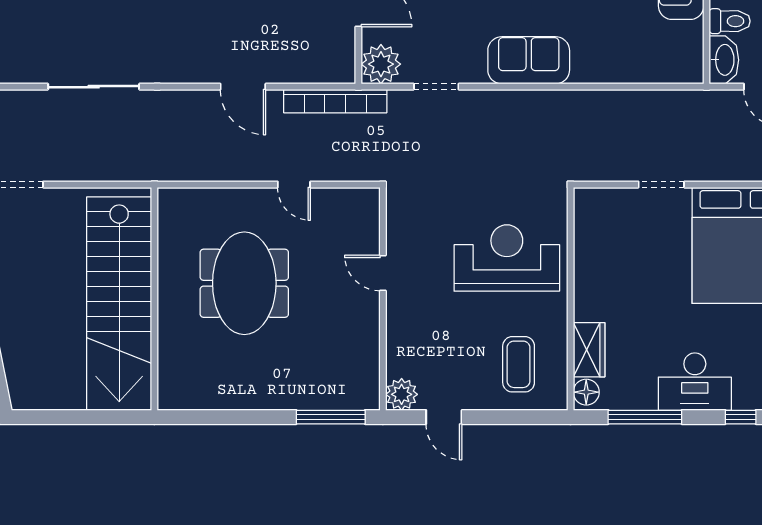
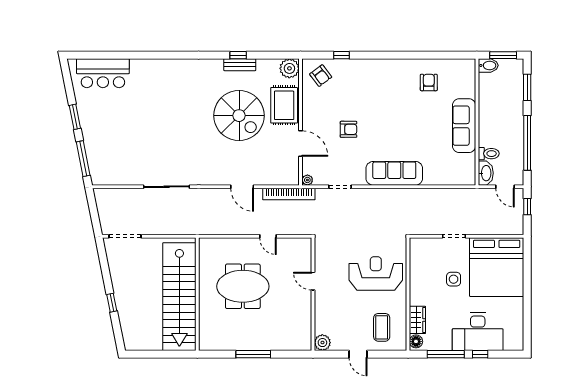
sofa: (529, 60) -> (394, 173), width x1.36
plant: (381, 64) -> (307, 180), width x0.53, depth x0.53
side table: (660, 269) -> (454, 279), added
meeting table: (244, 283) -> (243, 286), turned 90
desk: (695, 382) -> (478, 332), width x1.36, depth x1.30
window: (331, 417) -> (253, 354), moved
door: (444, 417) -> (358, 354), moved
window: (741, 417) -> (480, 354), moved

